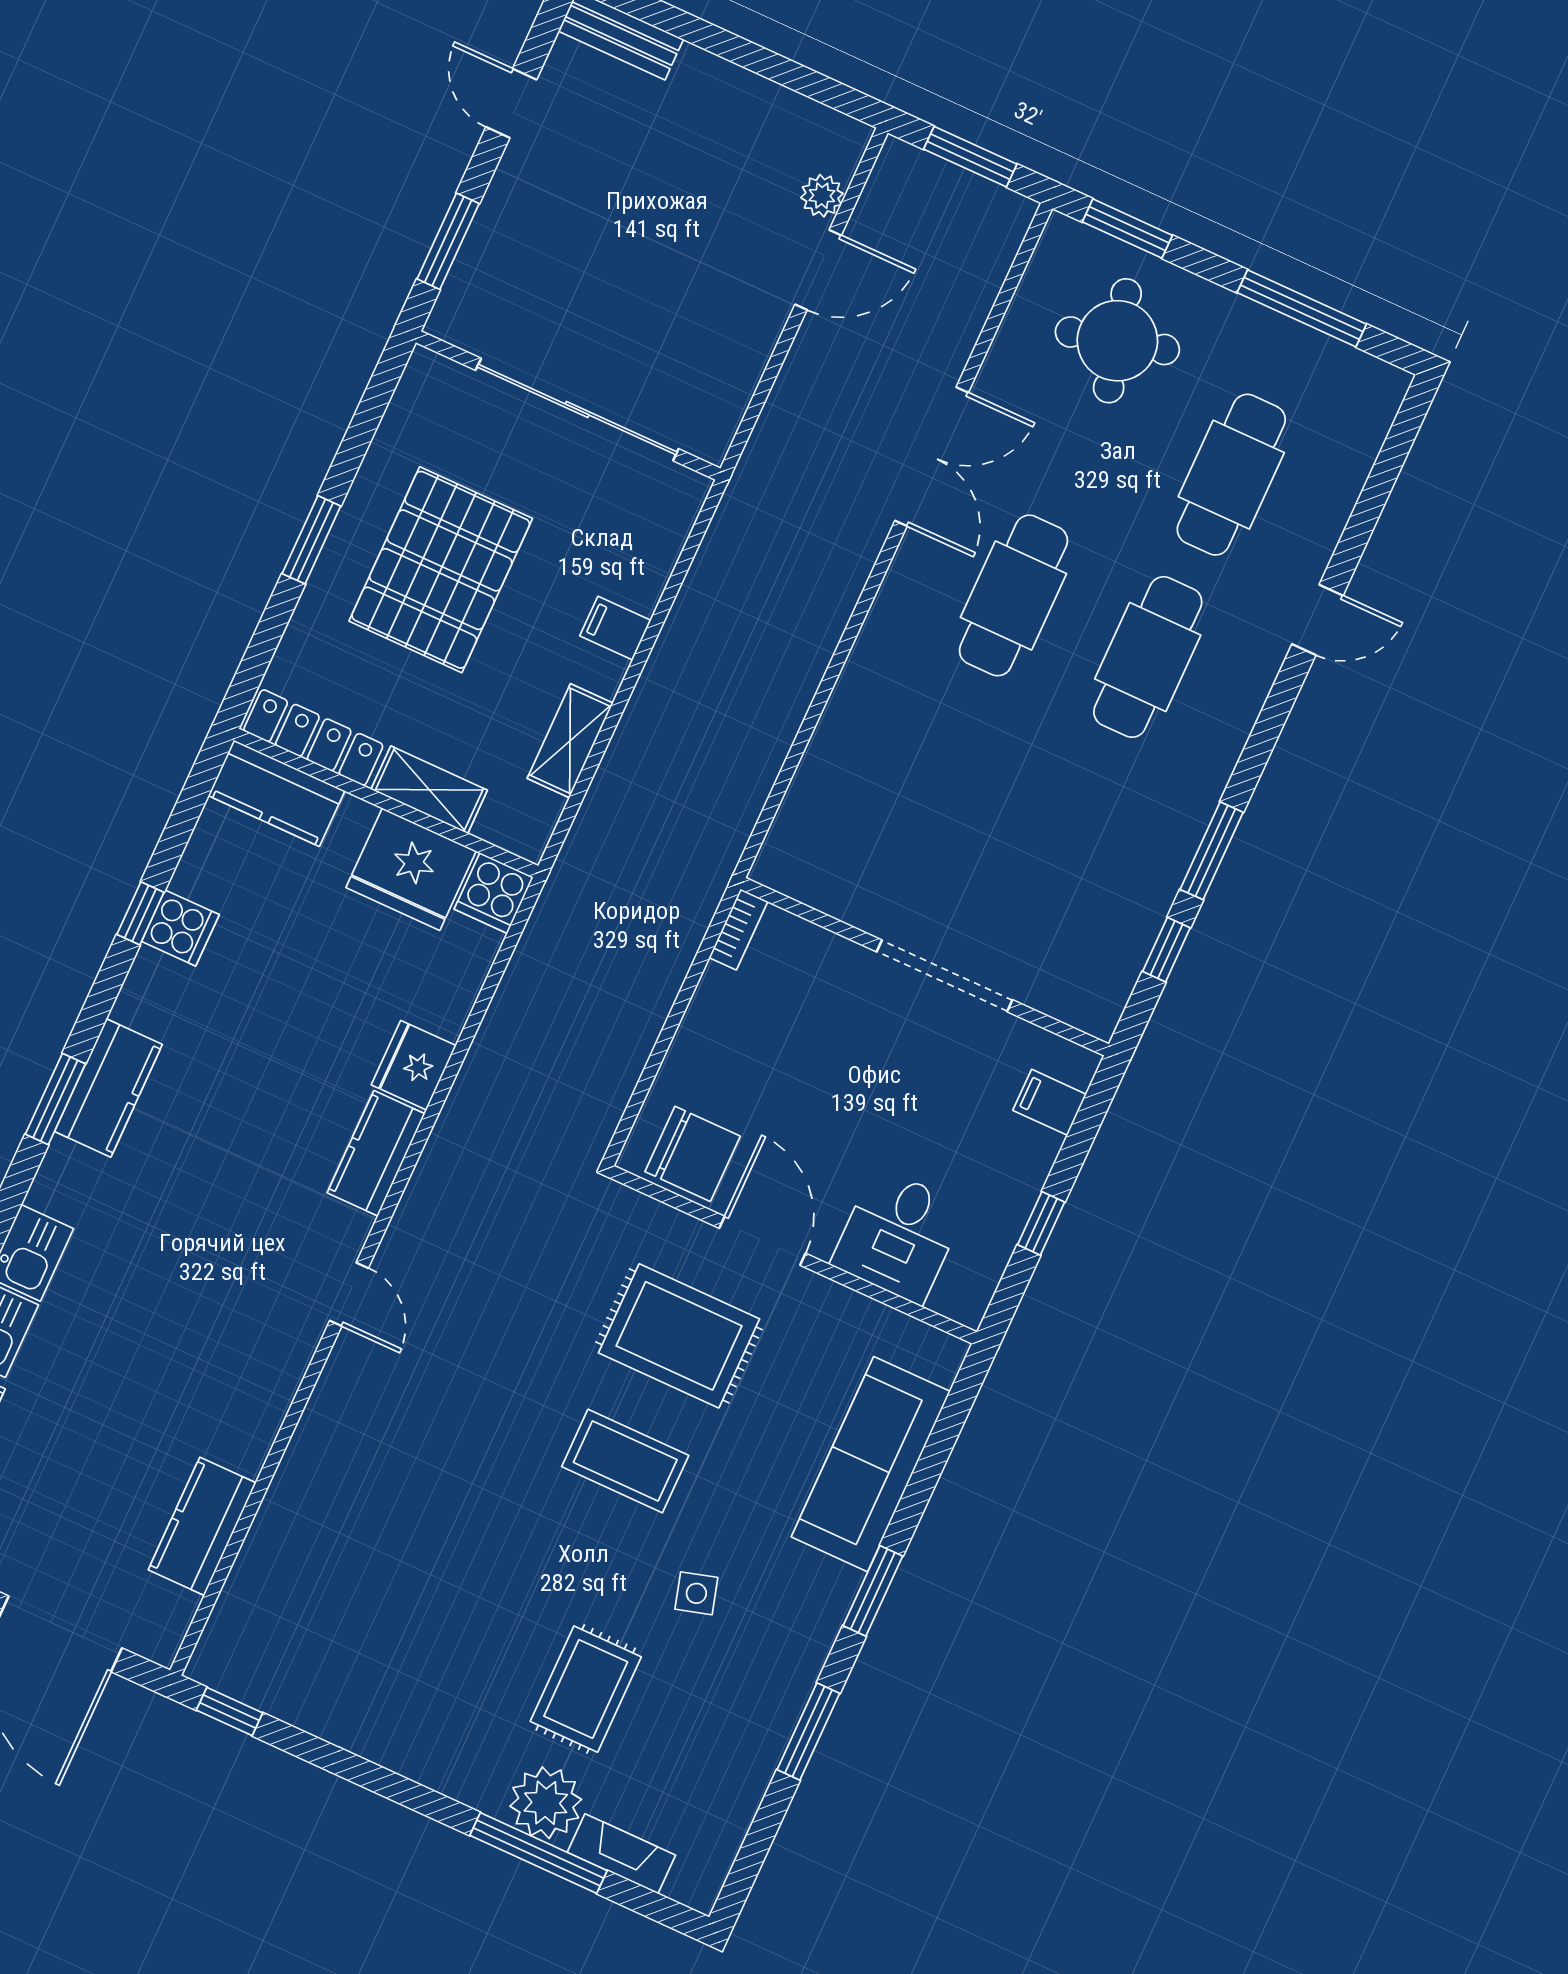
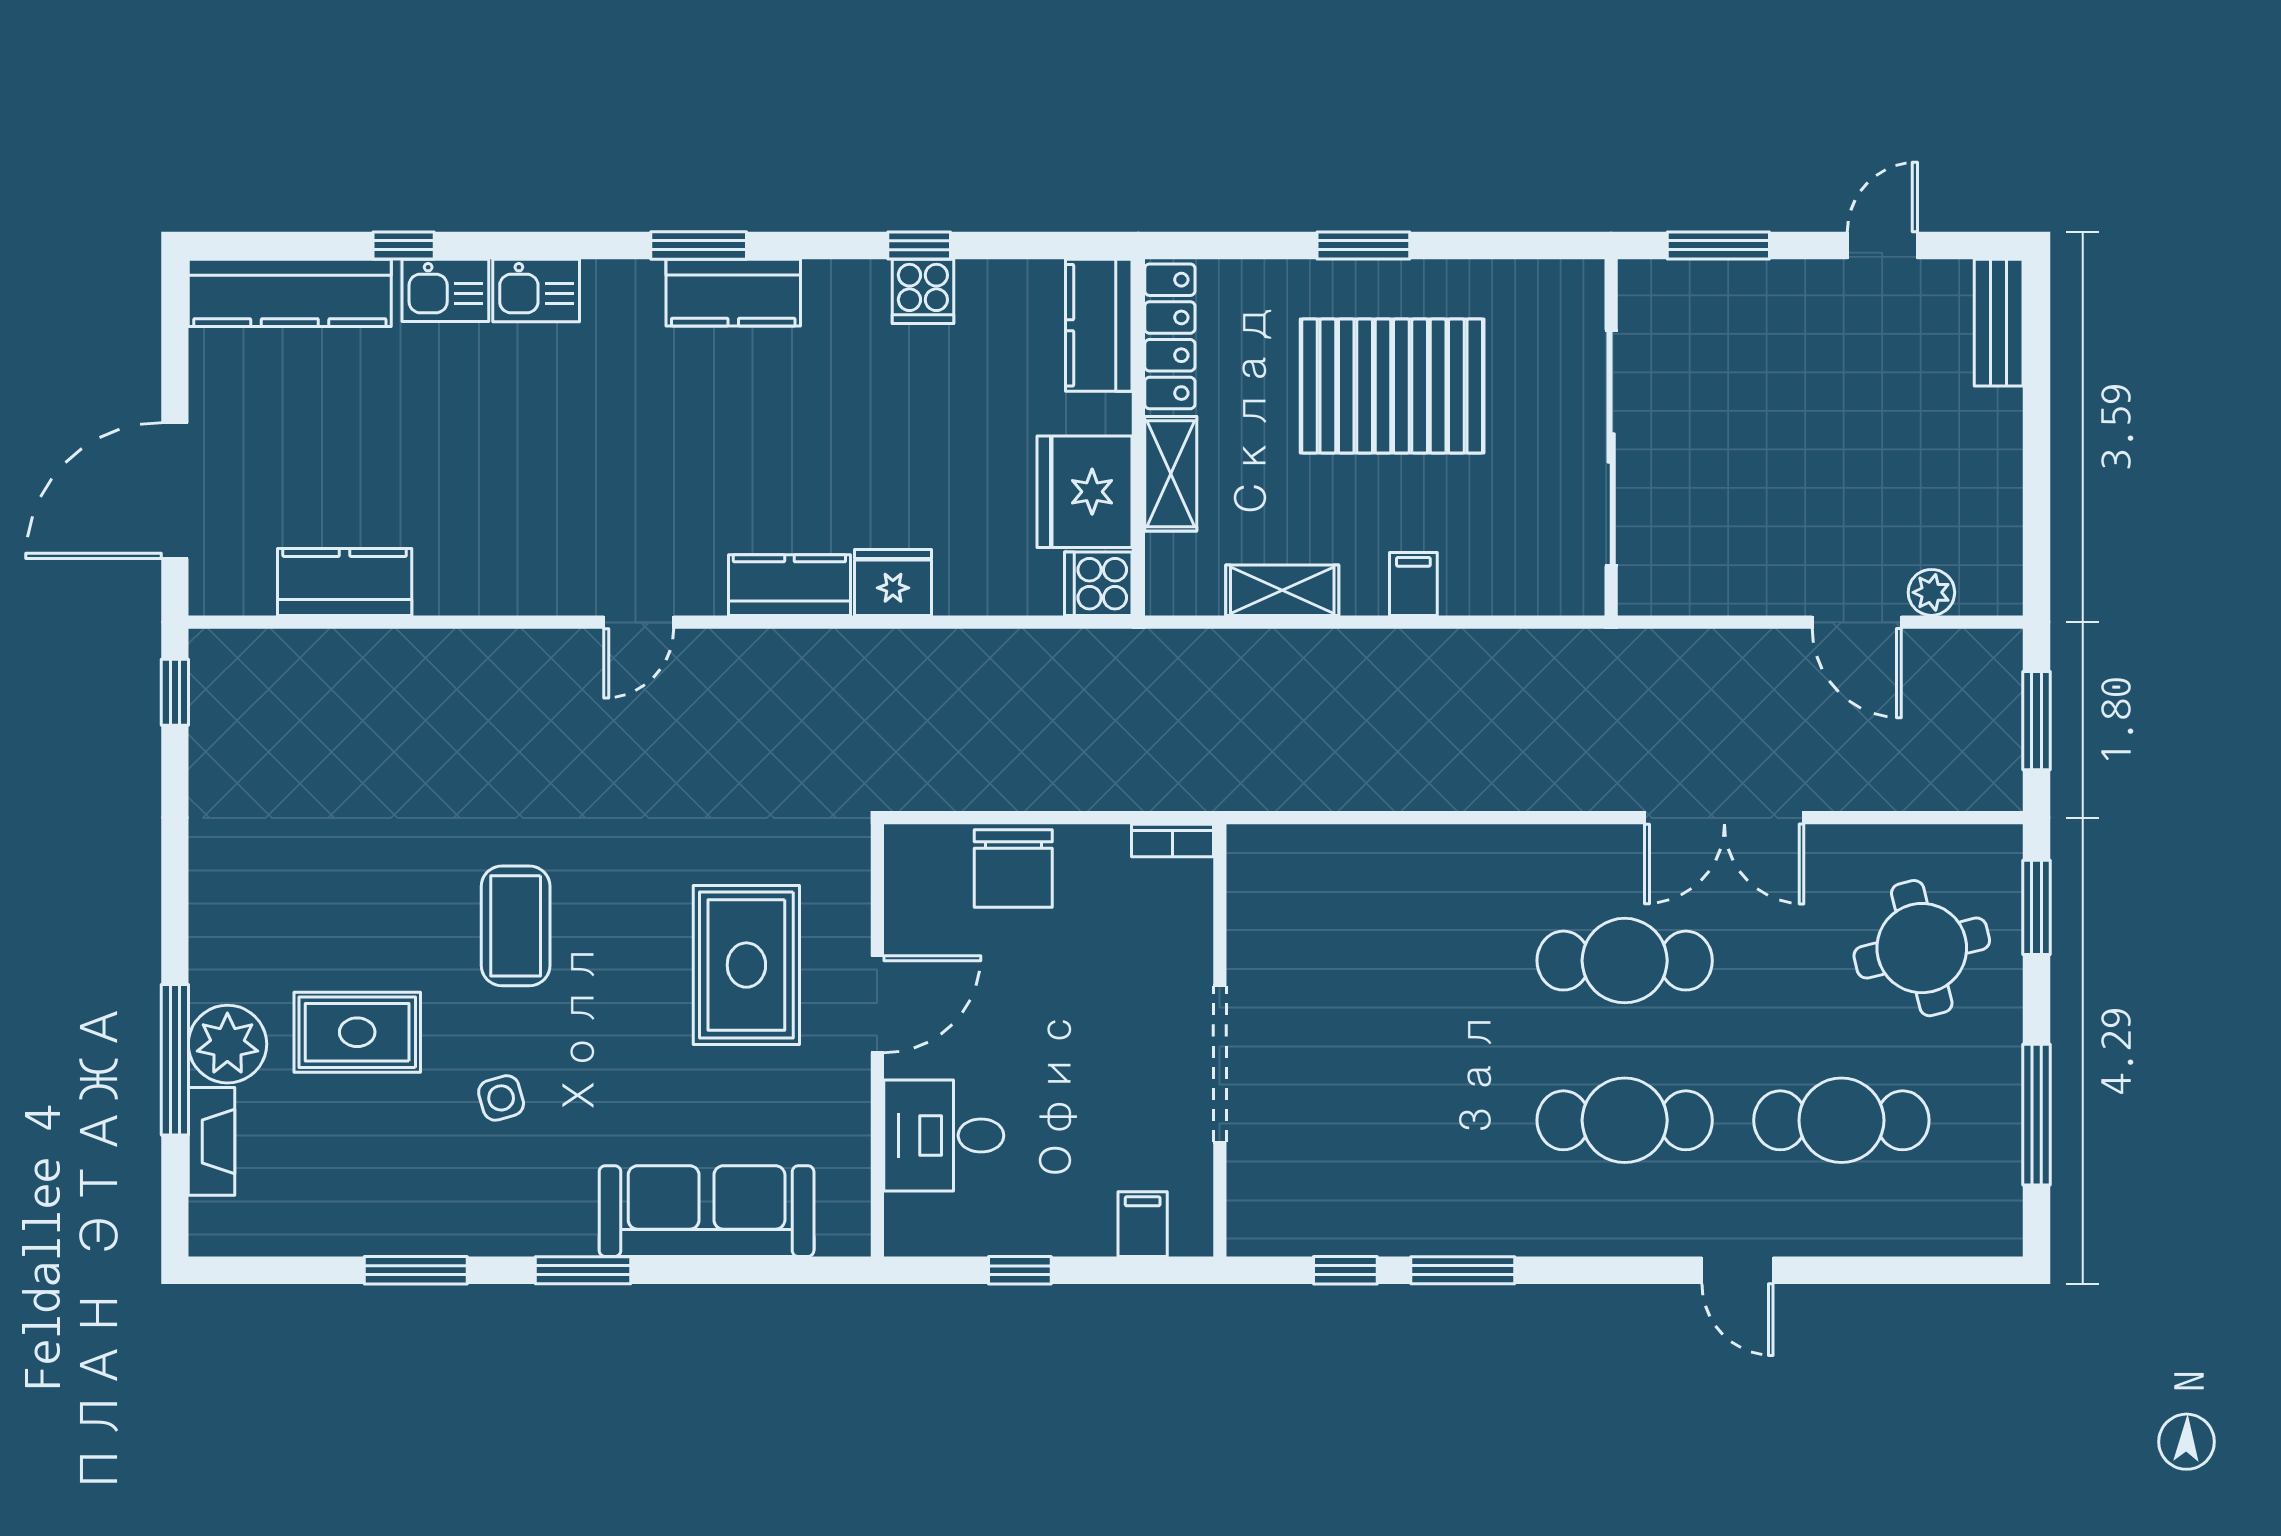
chair: (693, 1154) -> (1013, 868), moved
coffee table: (625, 1461) -> (516, 926), moved

